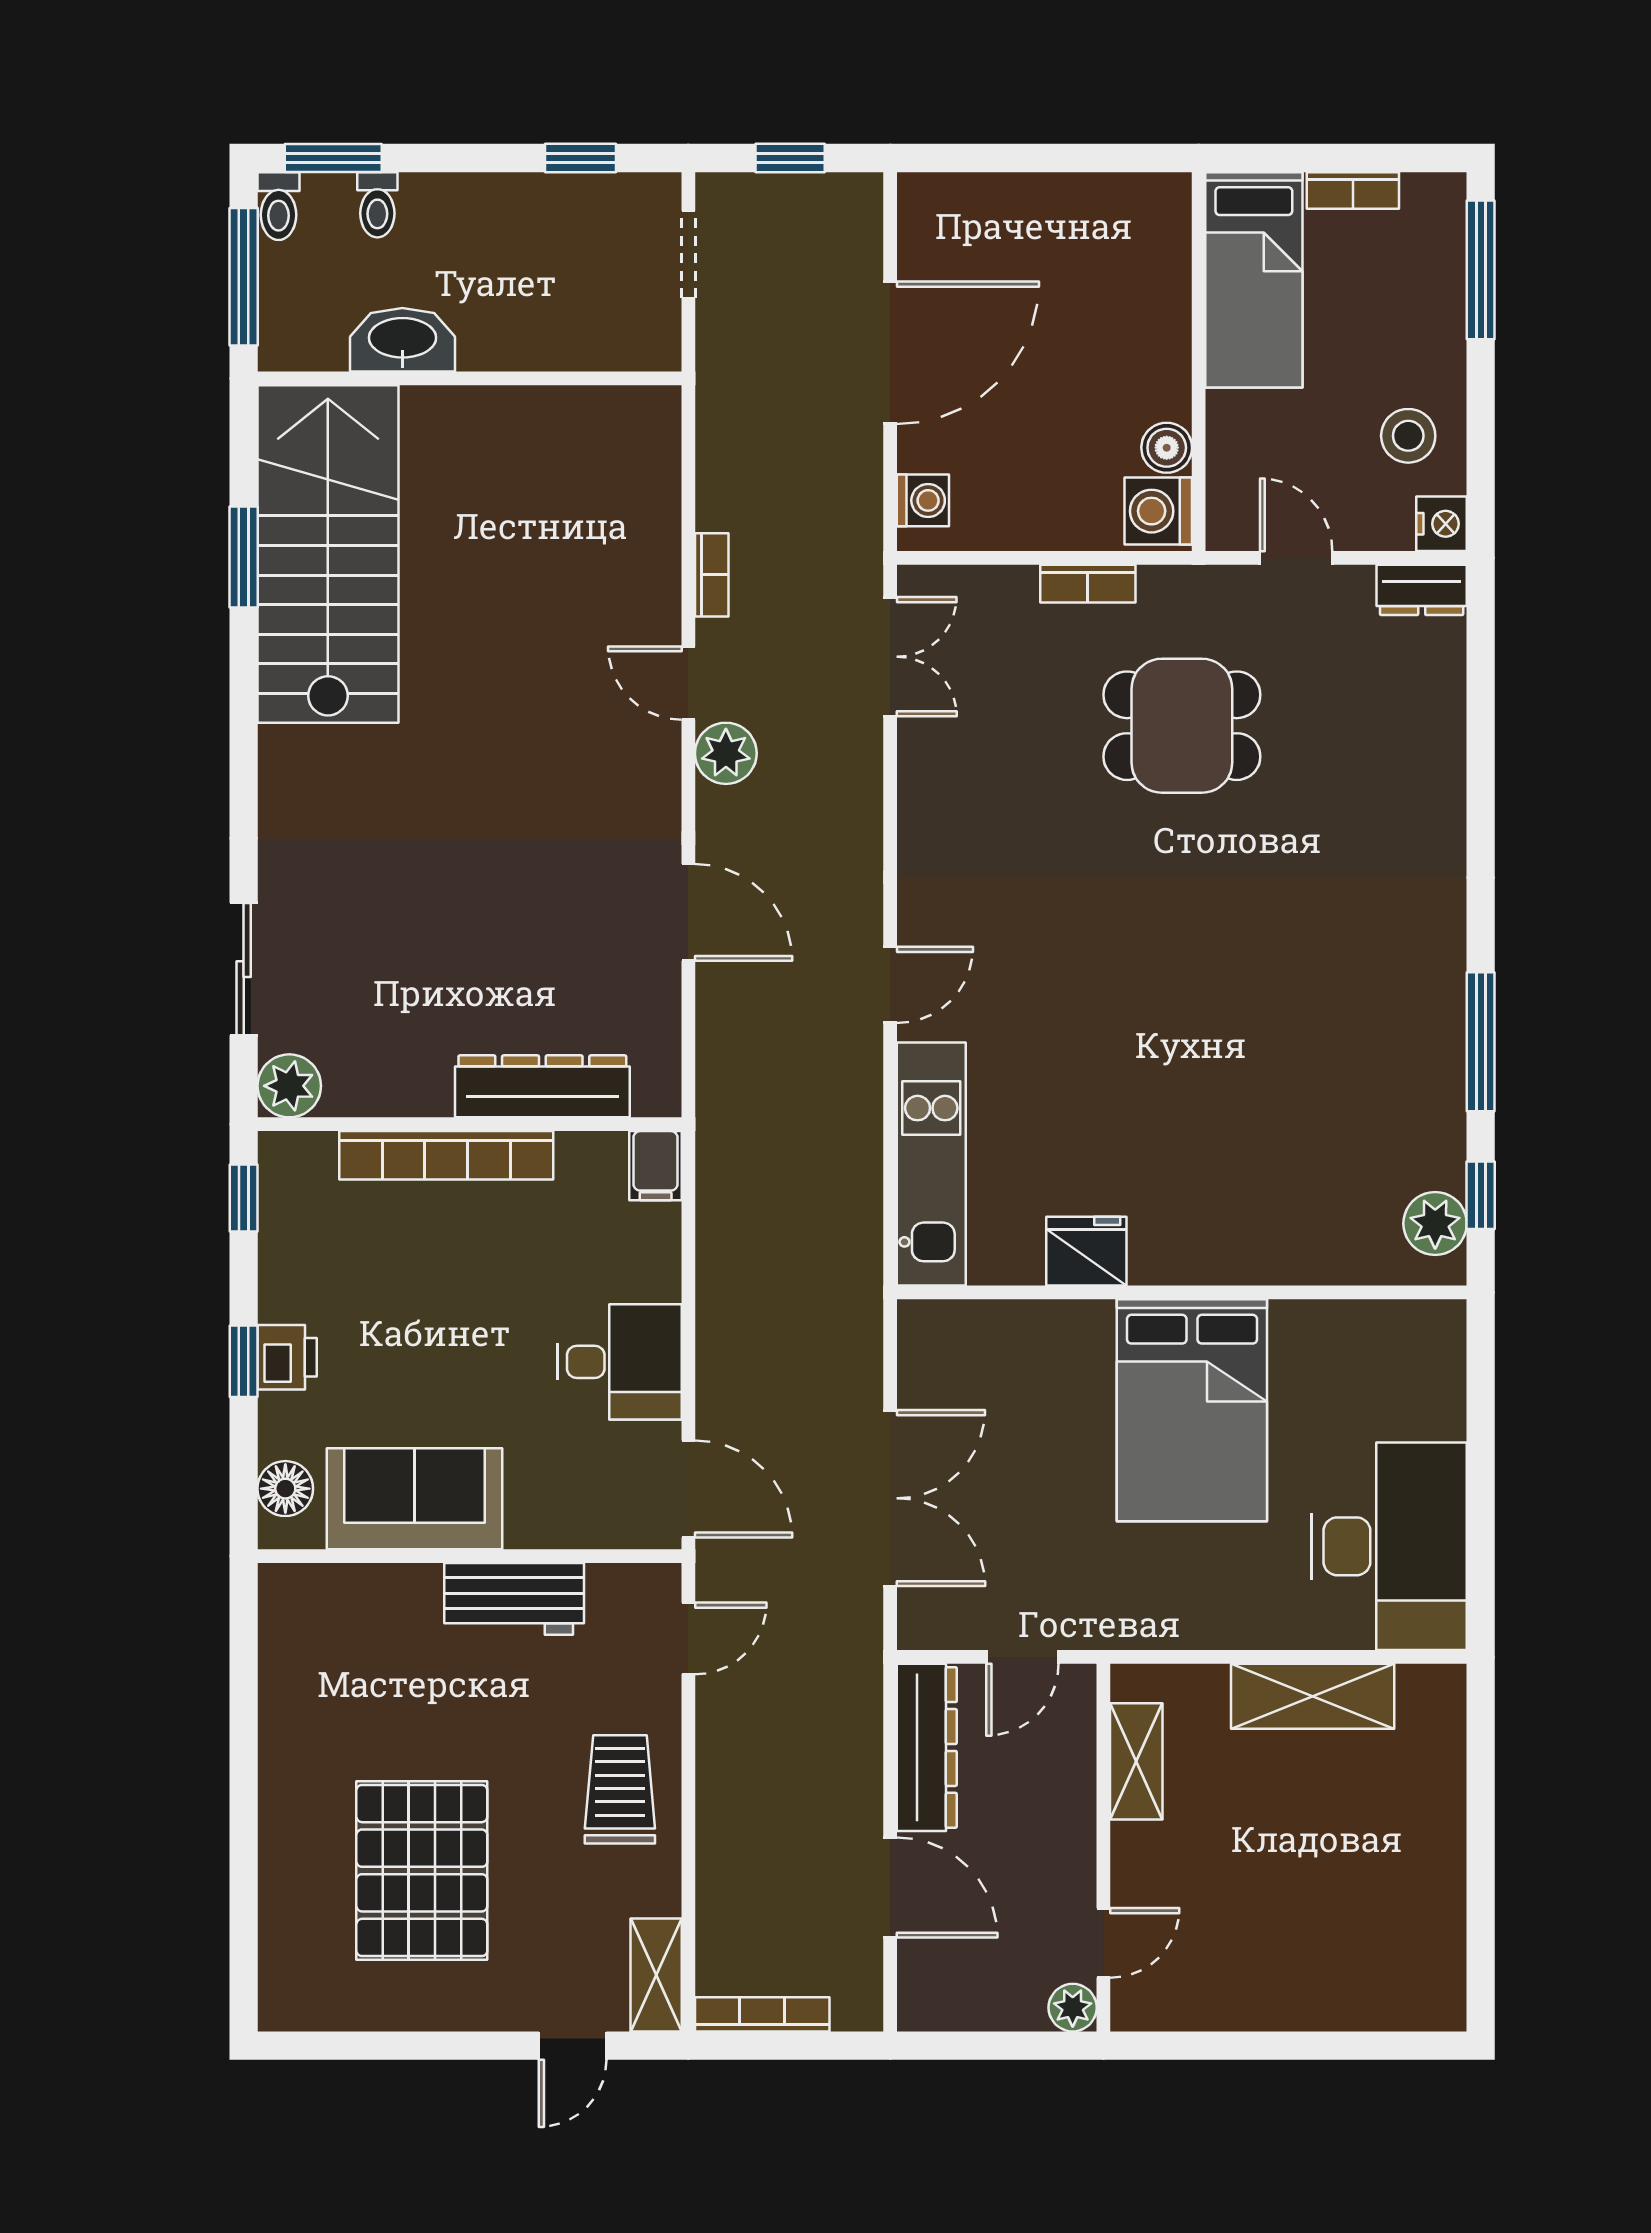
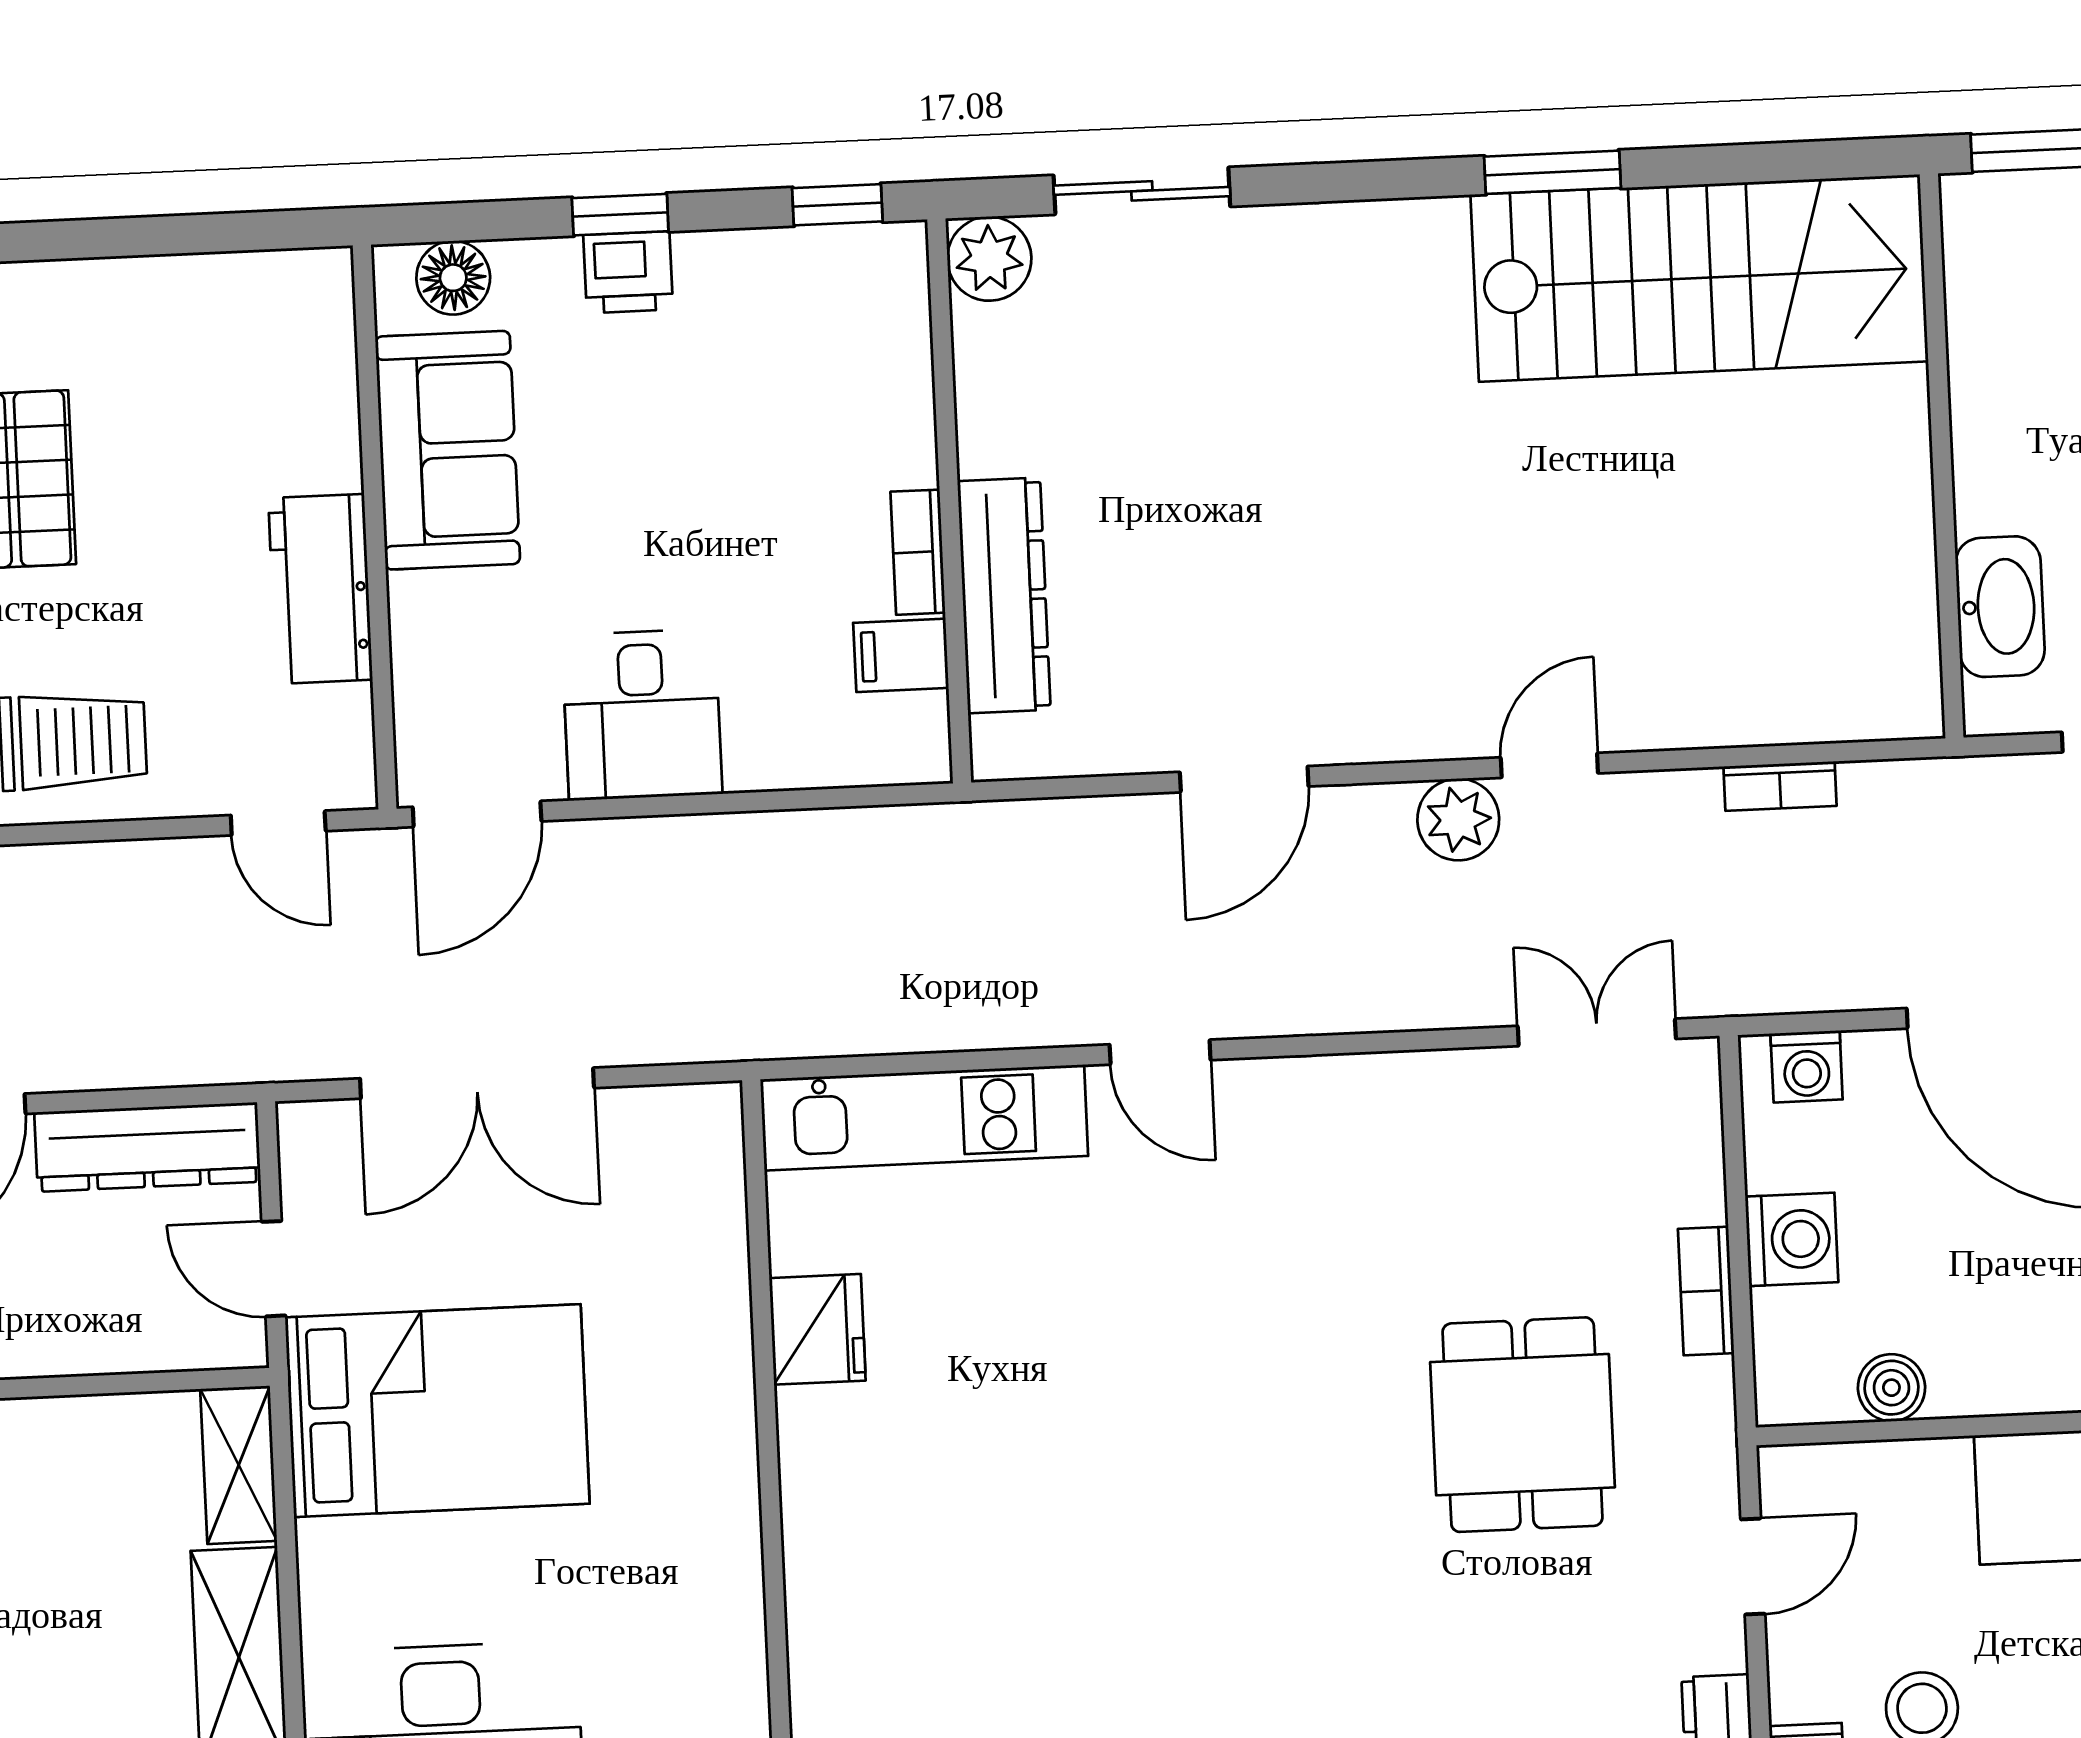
washbasin: (402, 340) -> (2000, 607), moved
washing machine: (1158, 511) -> (1792, 1239), moved, turned 90
window: (244, 557) -> (1552, 172), moved
bookcase: (712, 575) -> (1780, 786), moved
double door: (890, 657) -> (1597, 1032), swing flipped
bookcase: (446, 1155) -> (918, 552), width x0.43, depth x0.76
filing cabinet: (656, 1166) -> (901, 655), moved
bed: (1192, 1410) -> (437, 1411), moved, turned 180
shelving: (1136, 1761) -> (239, 1465), moved, turned 90

